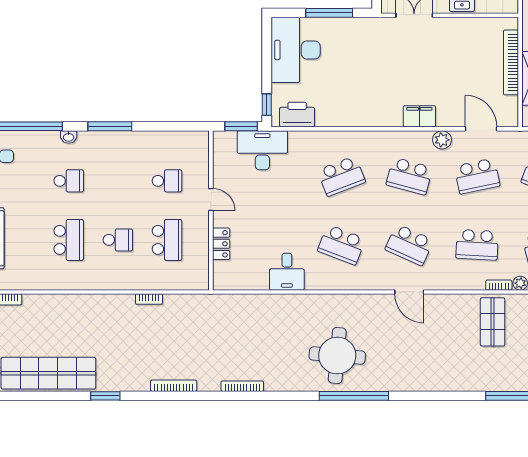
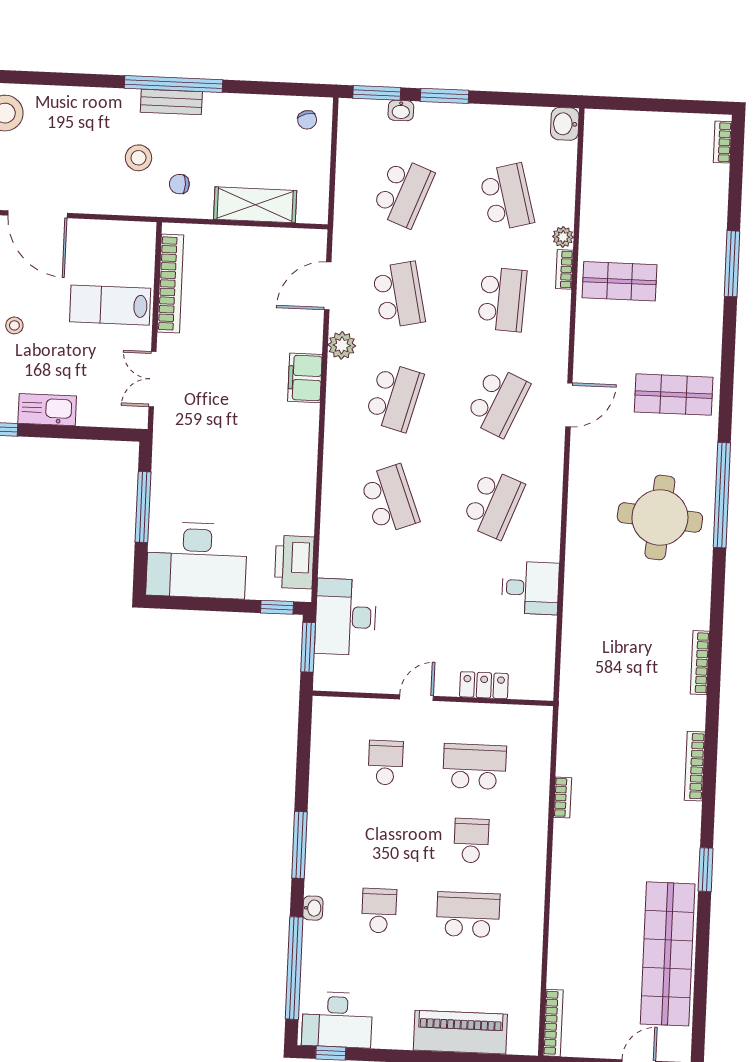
bookcase: (511, 62) -> (170, 284), moved, turned -90
shop shelf: (419, 361) -> (674, 395), added

